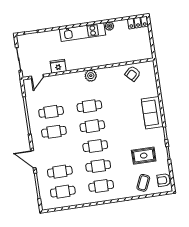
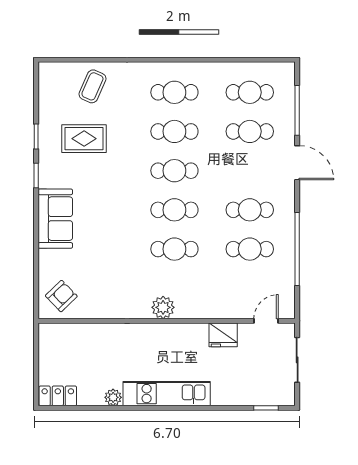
armchair: (133, 74) -> (61, 296), moved
armchair: (164, 180) -> (52, 86), removed

